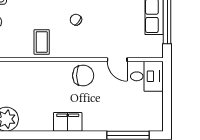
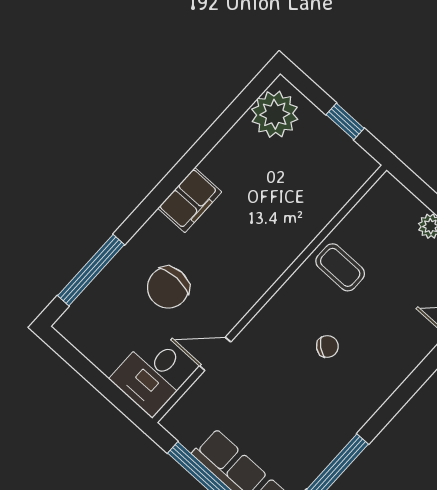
chair: (83, 76) -> (168, 288), moved

